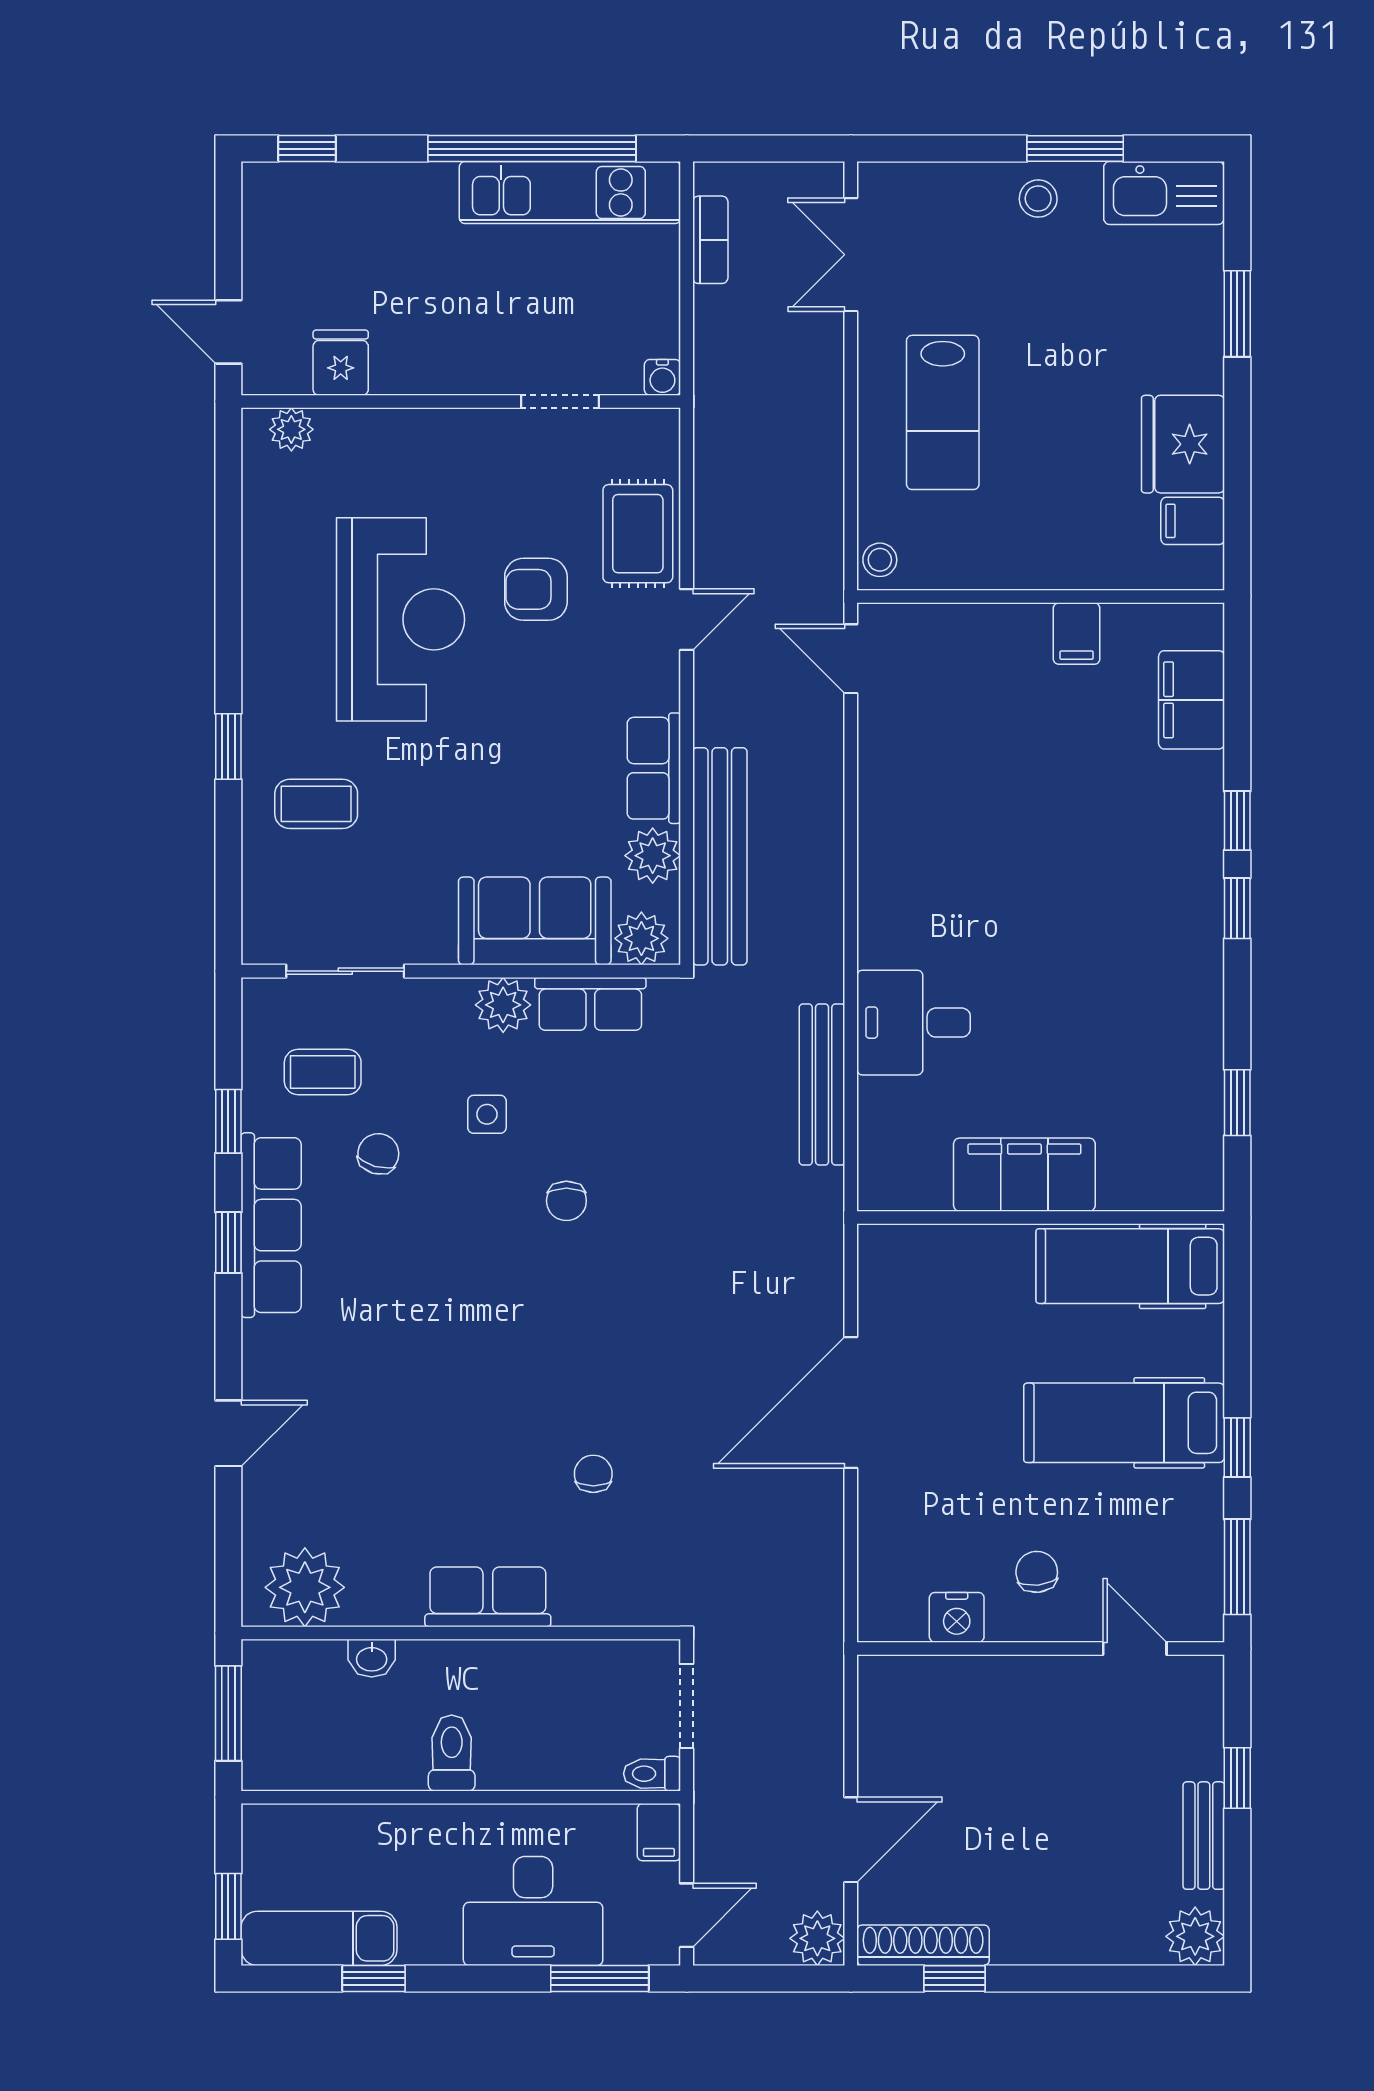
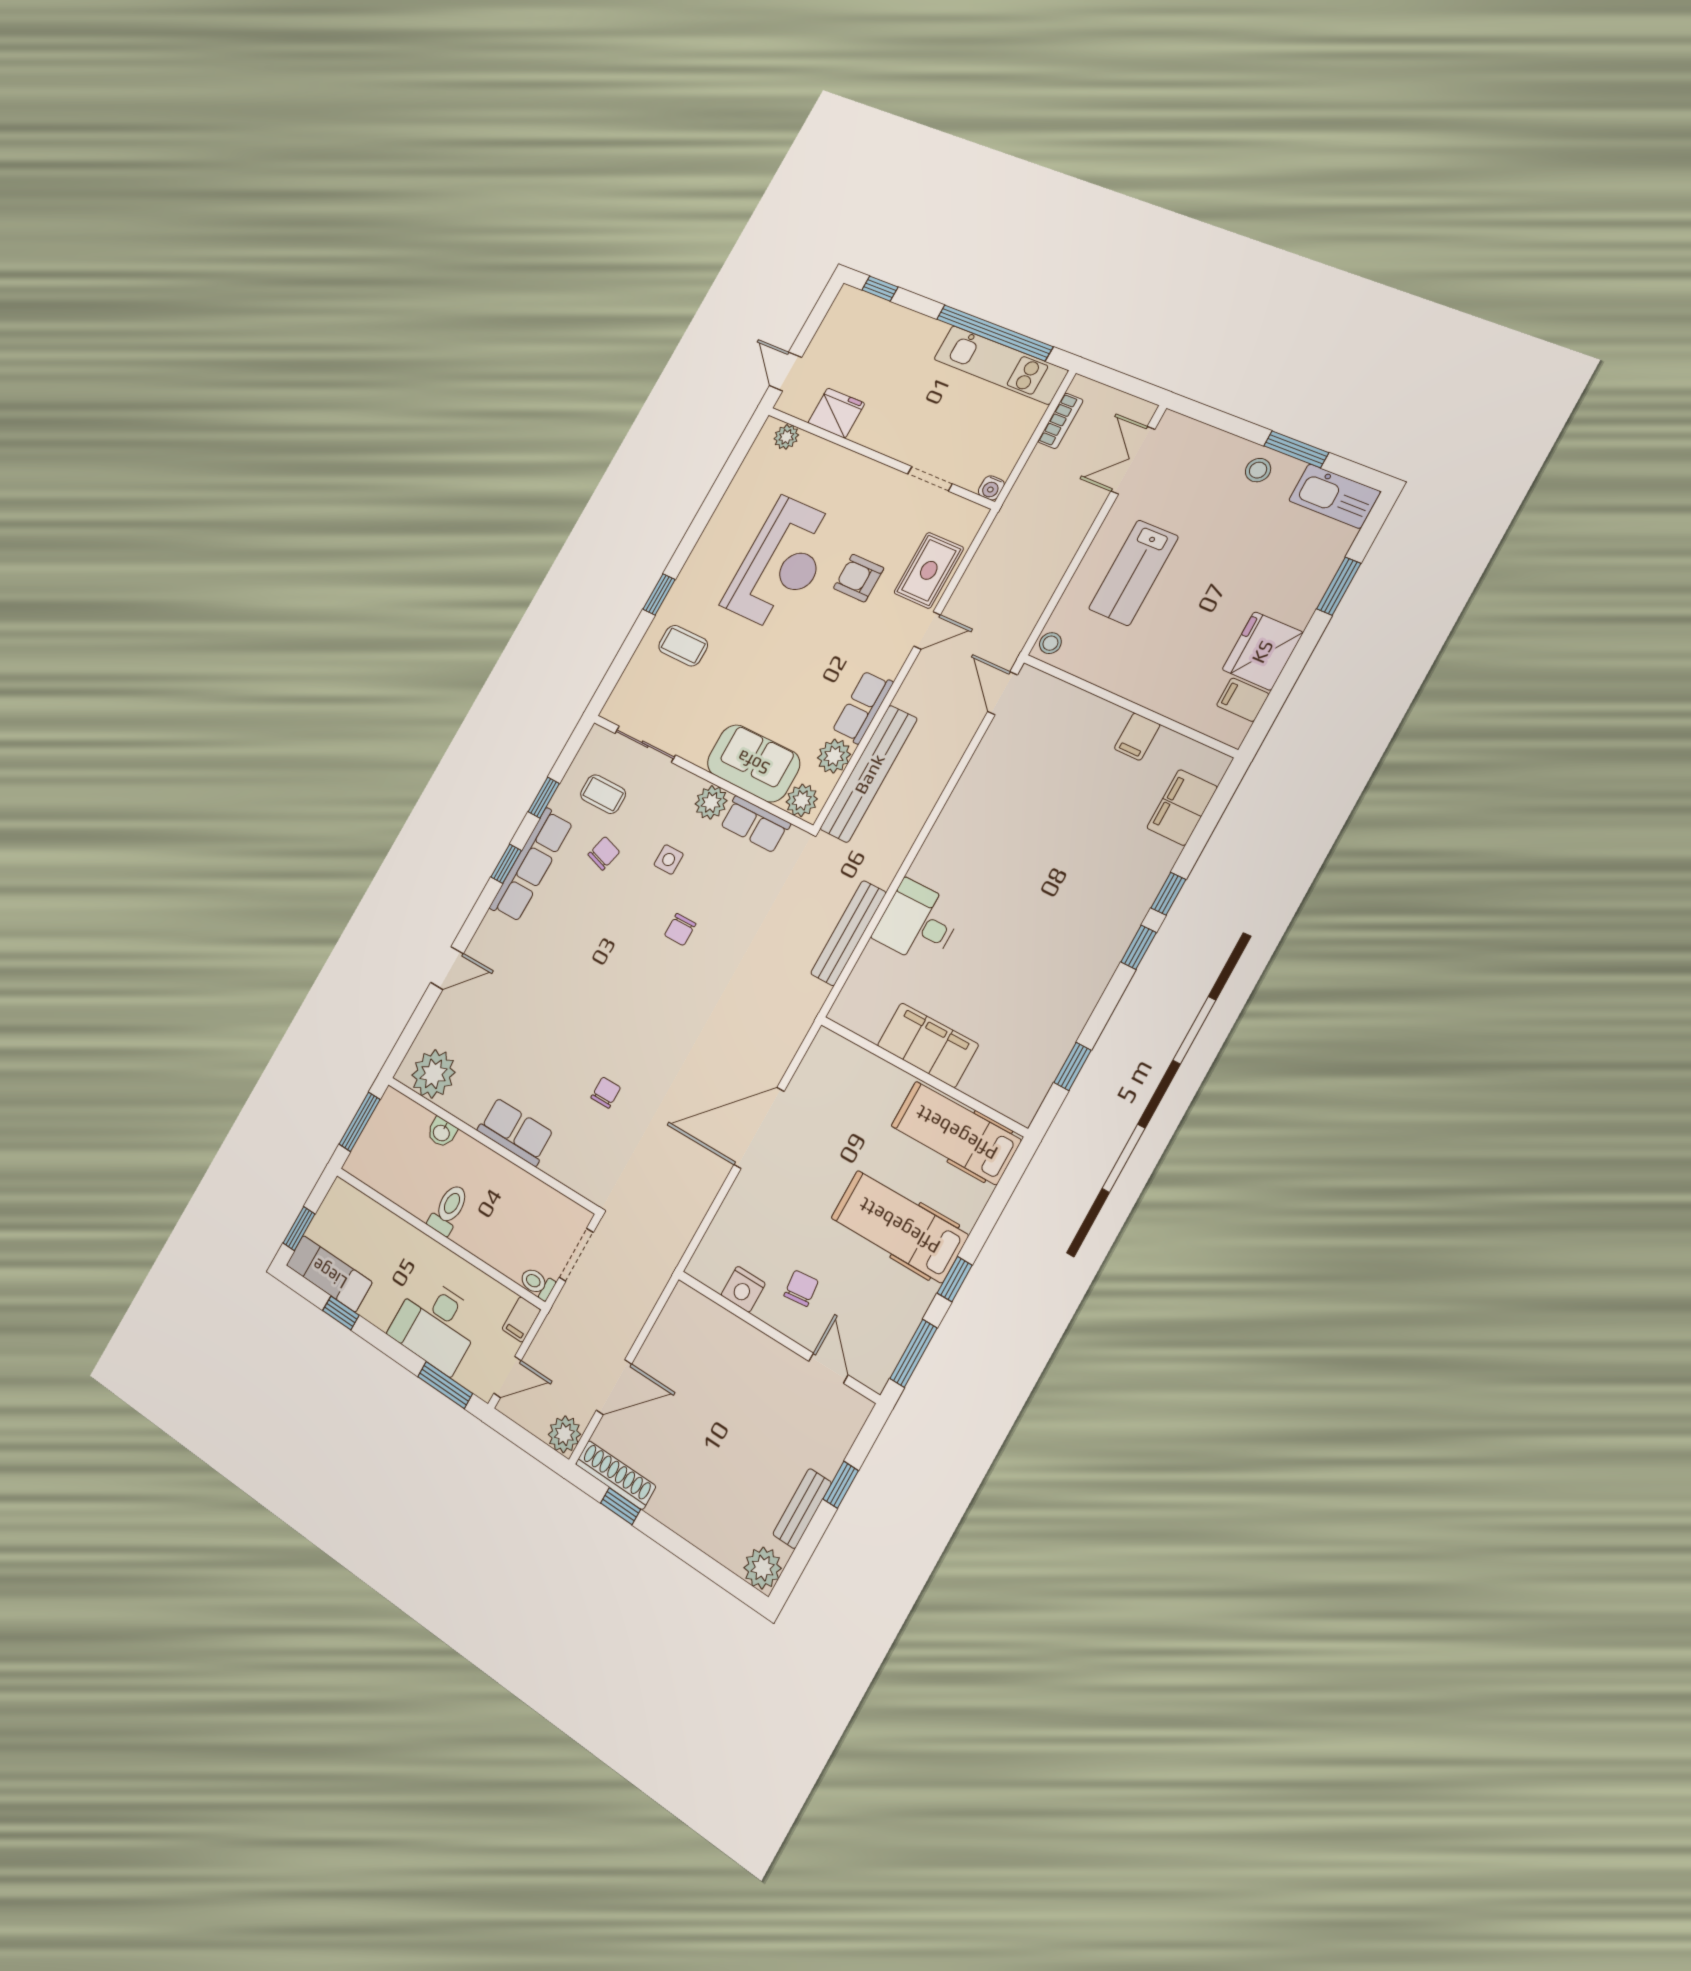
fridge: (341, 363) -> (836, 413), width x1.38

